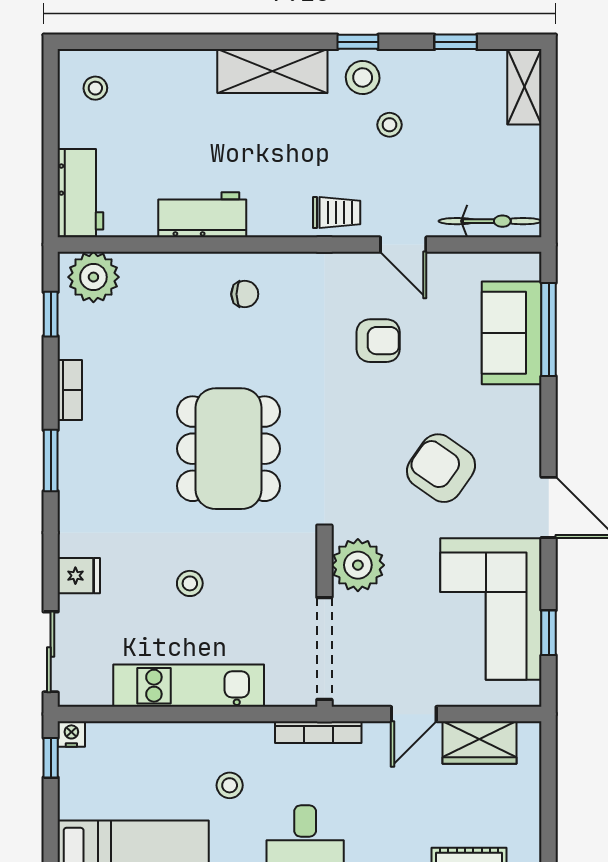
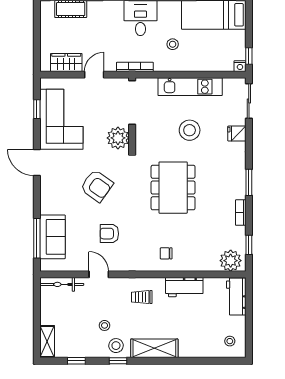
trolley: (337, 212) -> (142, 297), moved
armchair: (441, 468) -> (97, 186), moved
stool: (190, 583) -> (190, 130), width x1.89, depth x1.89

